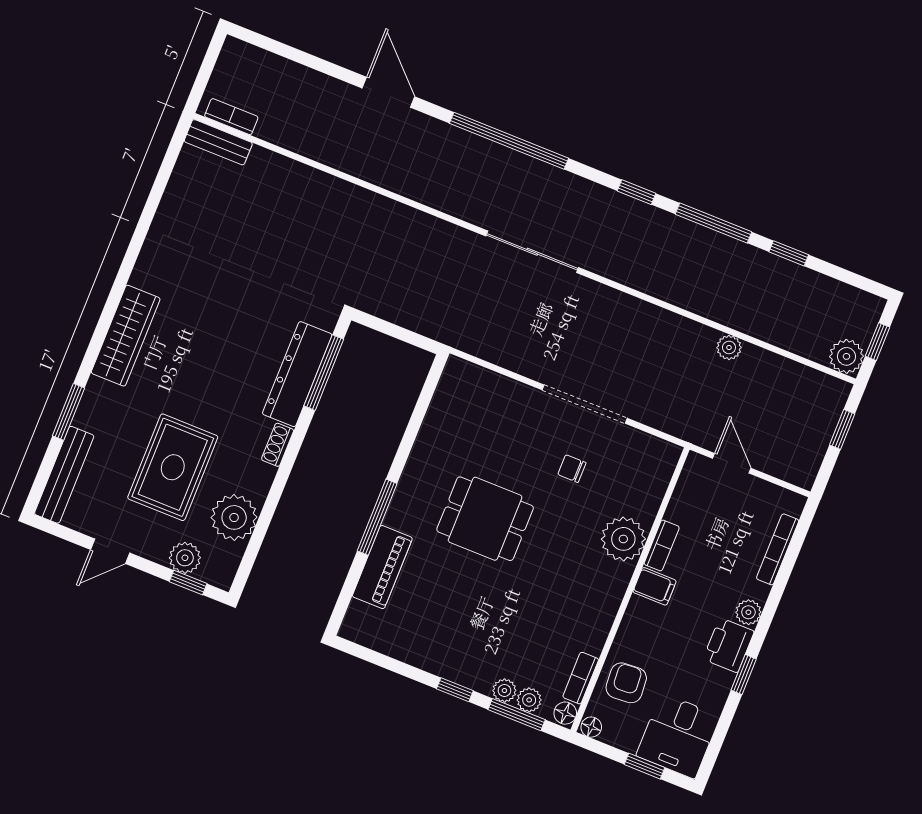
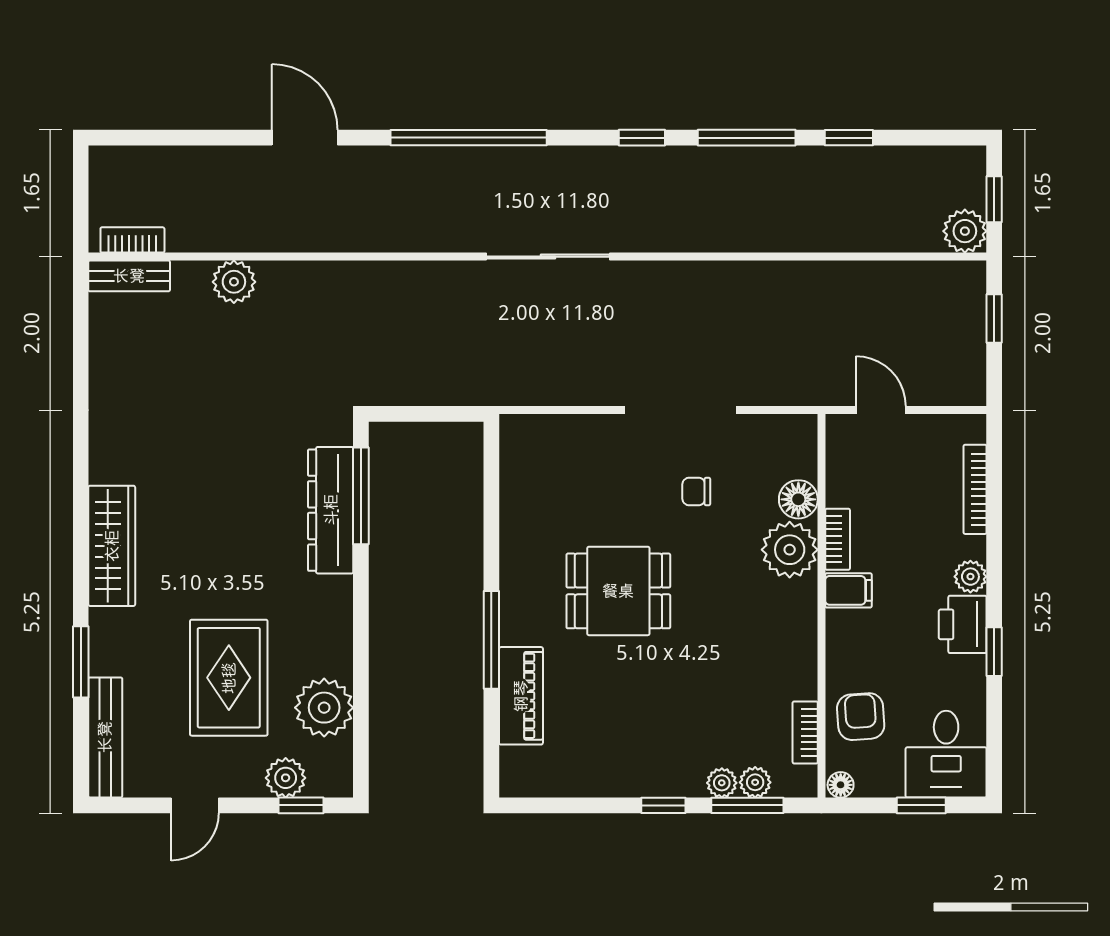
plant: (729, 347) -> (234, 282), moved, width x1.38, depth x1.38
shoe rack: (278, 445) -> (341, 602), removed
floor lamp: (565, 713) -> (798, 499), moved, width x1.37, depth x1.37

